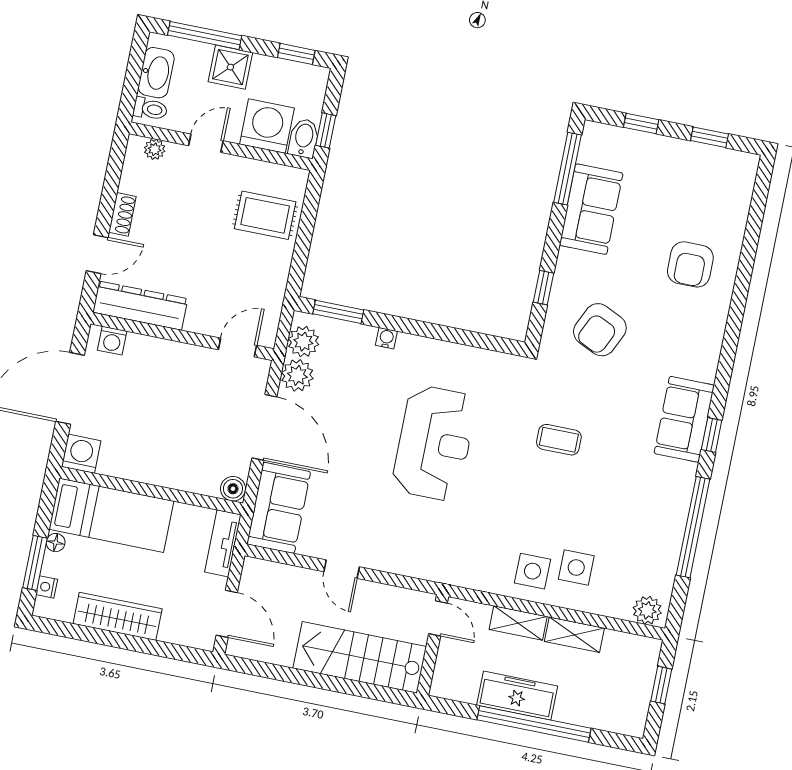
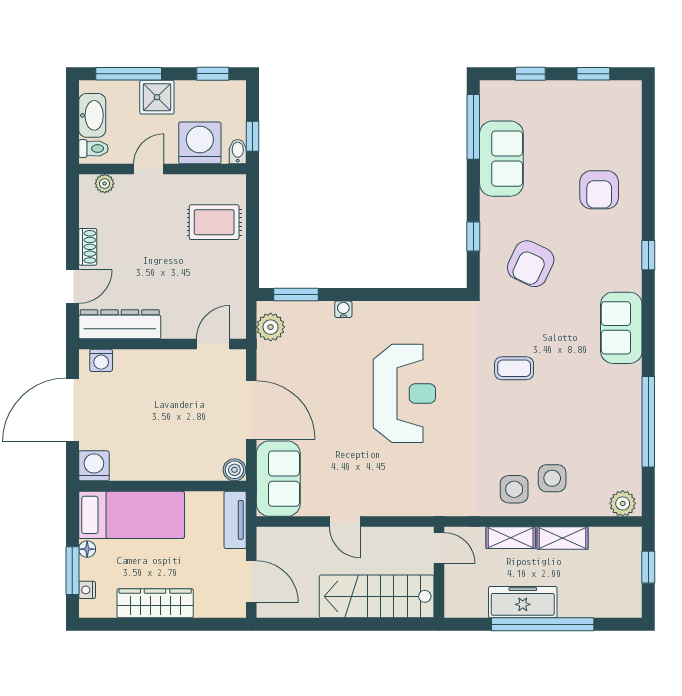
bidet: (304, 138) -> (238, 151), width x0.72, depth x0.74
plant: (297, 375) -> (271, 358), removed
window: (712, 435) -> (648, 255), moved

